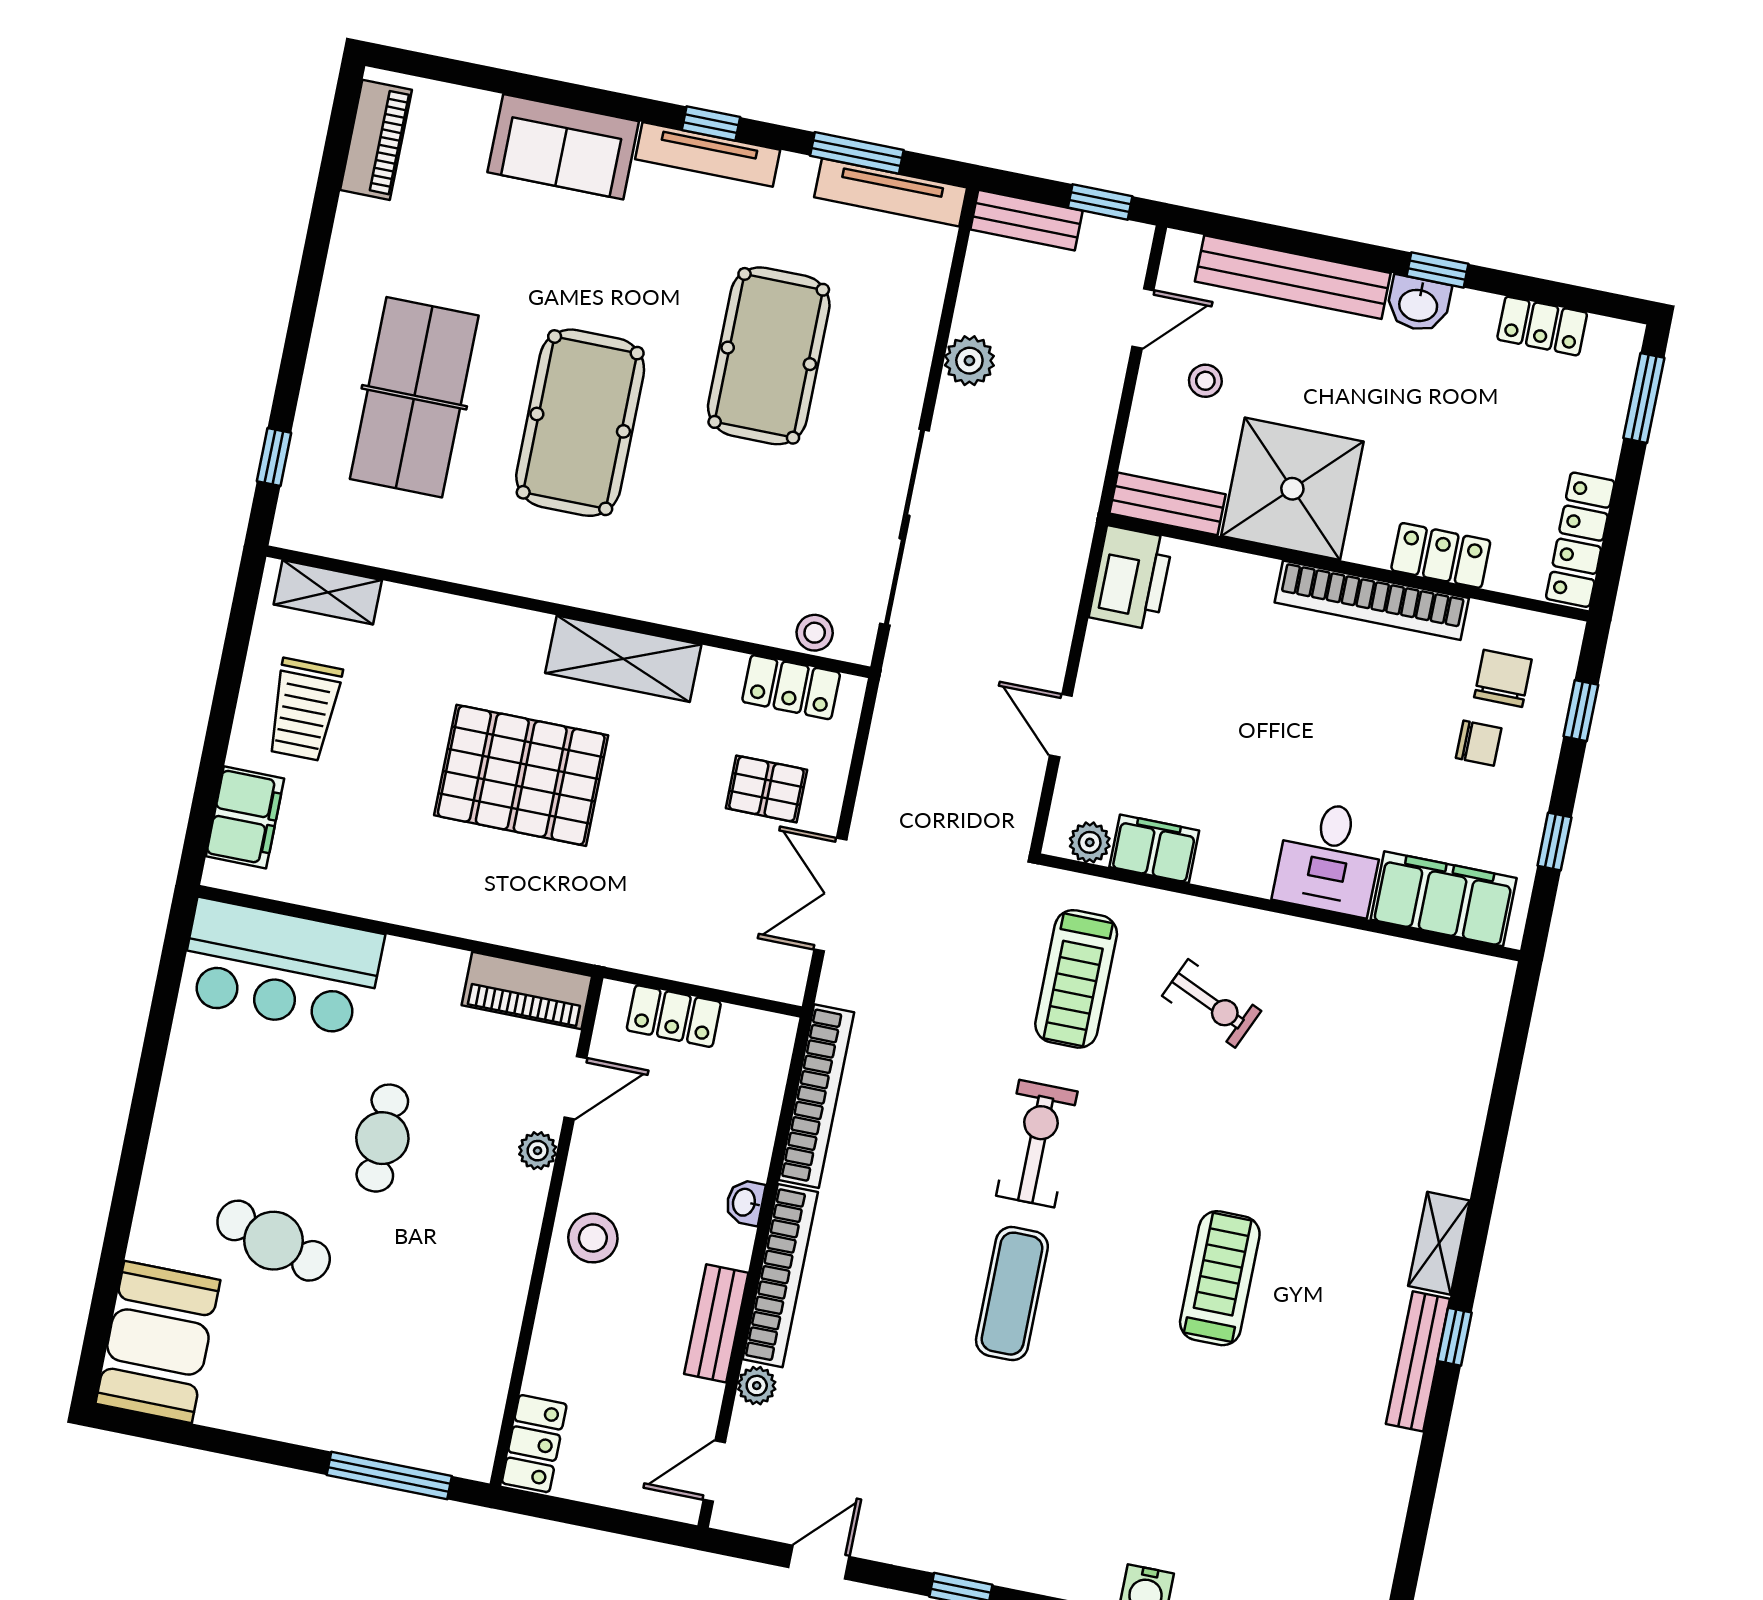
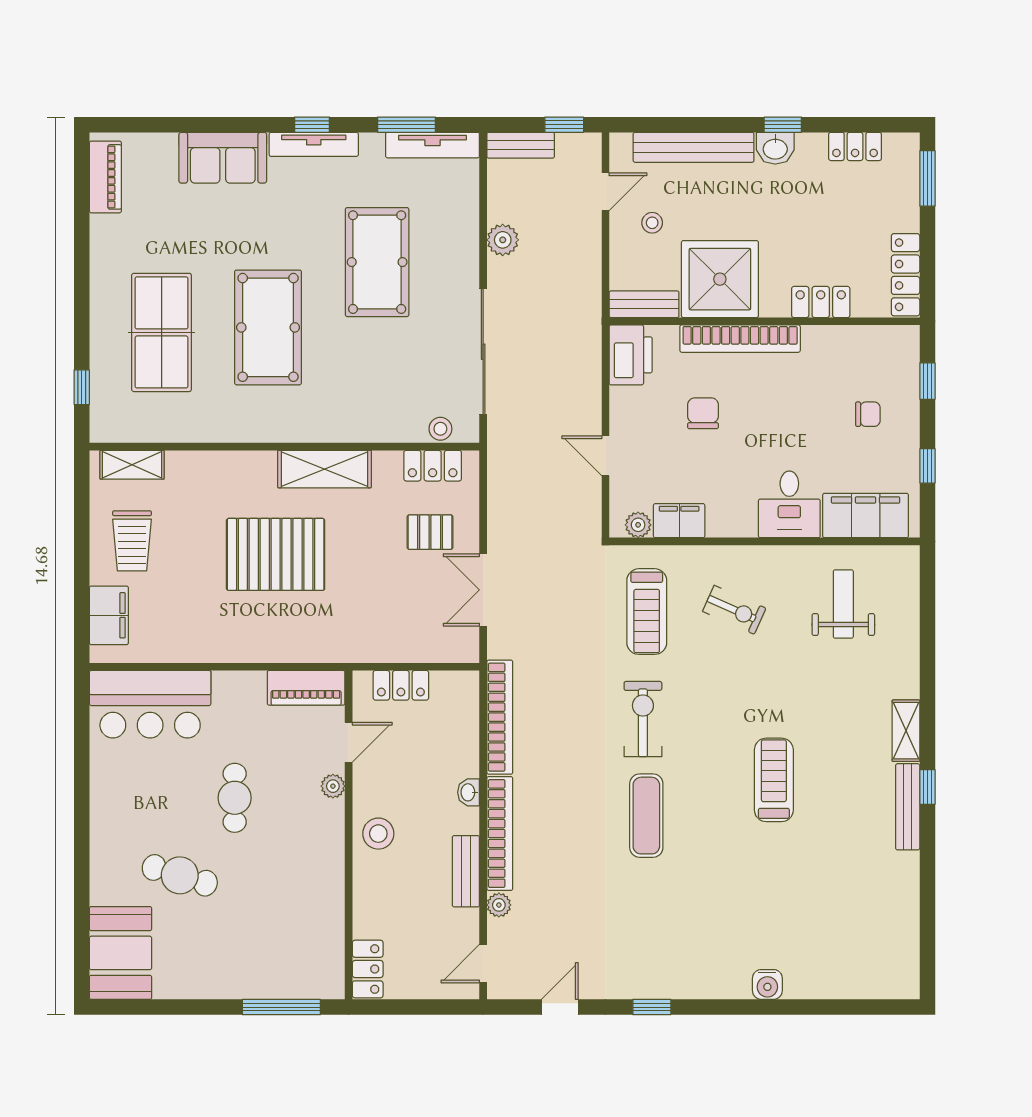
bookcase: (1372, 600) -> (740, 339), moved
chair: (1503, 678) -> (703, 413), moved
weight bench: (1382, 1028) -> (843, 604), added

